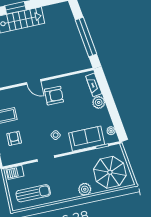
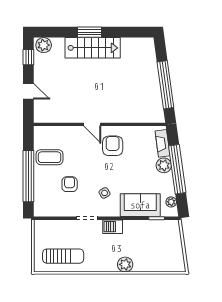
armchair: (54, 96) -> (113, 146), turned -91
window: (110, 103) -> (177, 169), added
armchair: (14, 138) -> (70, 184), moved
barbecue: (15, 172) -> (113, 227), moved
parasol: (110, 172) -> (159, 251), removed

